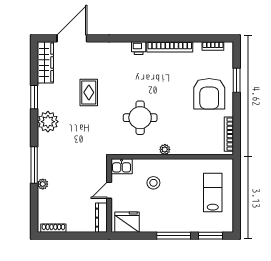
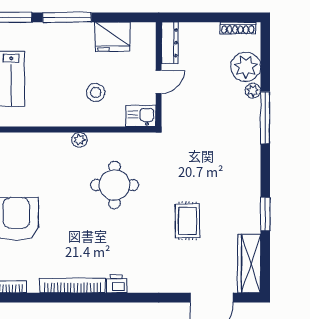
plant: (48, 122) -> (246, 67), moved
fridge: (127, 222) -> (113, 37), moved

